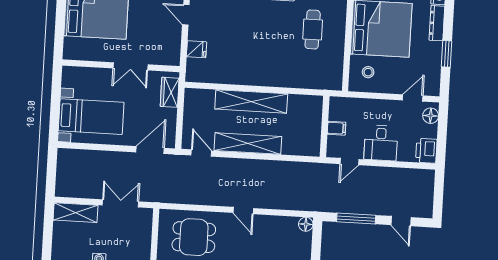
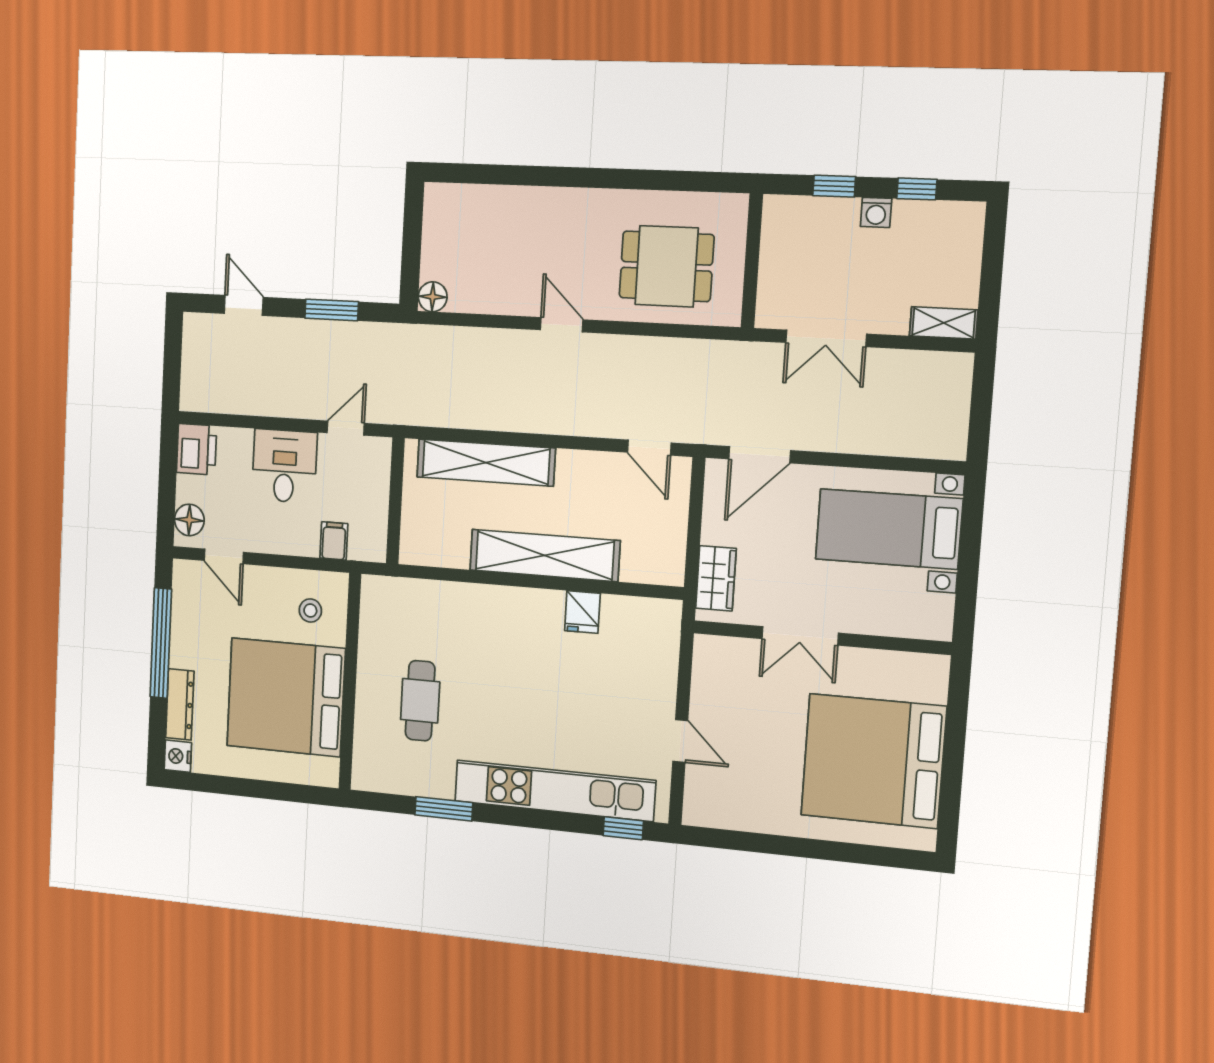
fridge: (196, 49) -> (582, 612), moved, turned -90
window: (447, 54) -> (161, 643), width x2.11
double door: (131, 66) -> (800, 636), swing flipped
door: (413, 98) -> (224, 556), hinge flipped
filing cabinet: (336, 128) -> (334, 541), moved, turned 90
shelving: (248, 144) -> (486, 463), moved
shelving: (75, 213) -> (944, 323), width x0.67, depth x0.75
window: (356, 219) -> (332, 310), width x0.69

